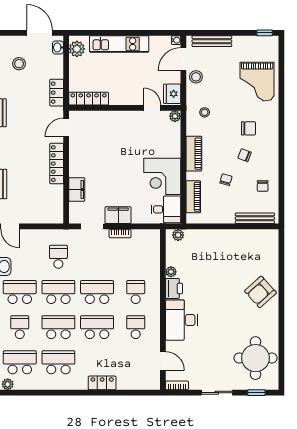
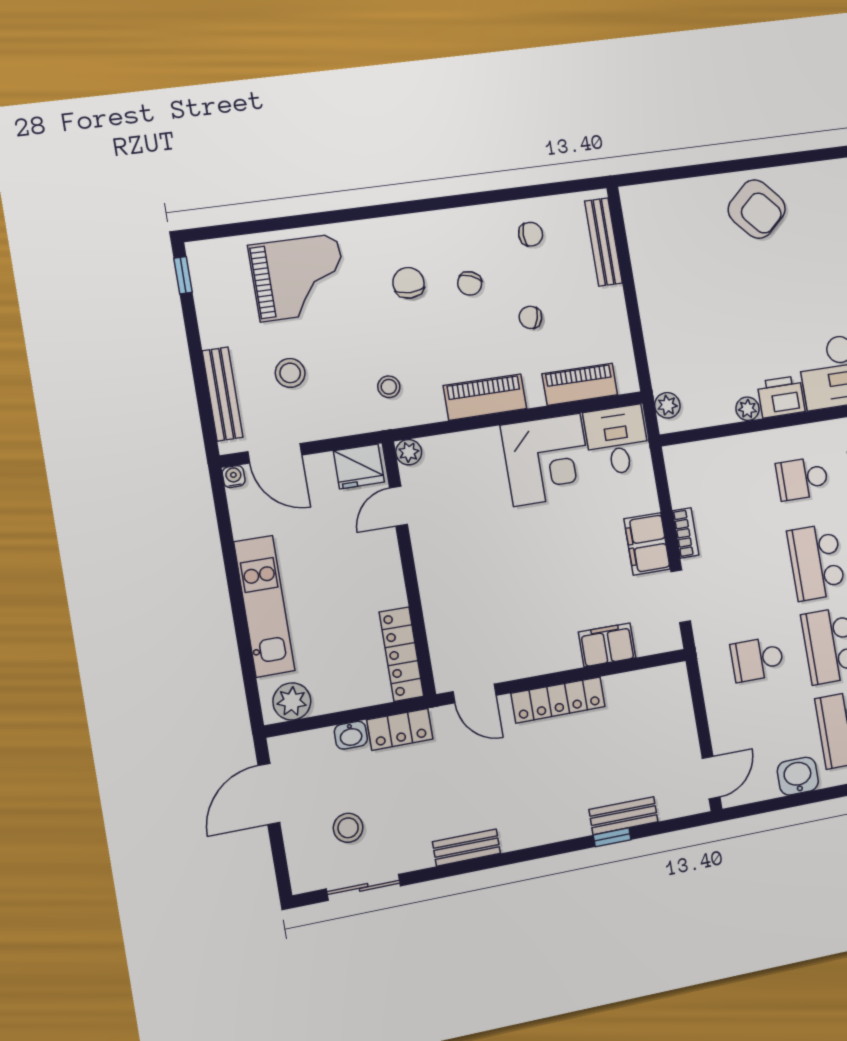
washbasin: (58, 47) -> (351, 735), moved
stool: (196, 77) -> (290, 373), moved

